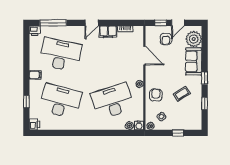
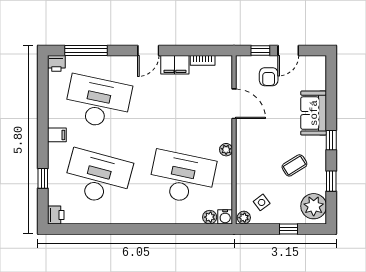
plant: (194, 39) -> (314, 206), moved
armchair: (156, 95) -> (252, 168), removed
desk: (112, 101) -> (182, 177), turned 30

